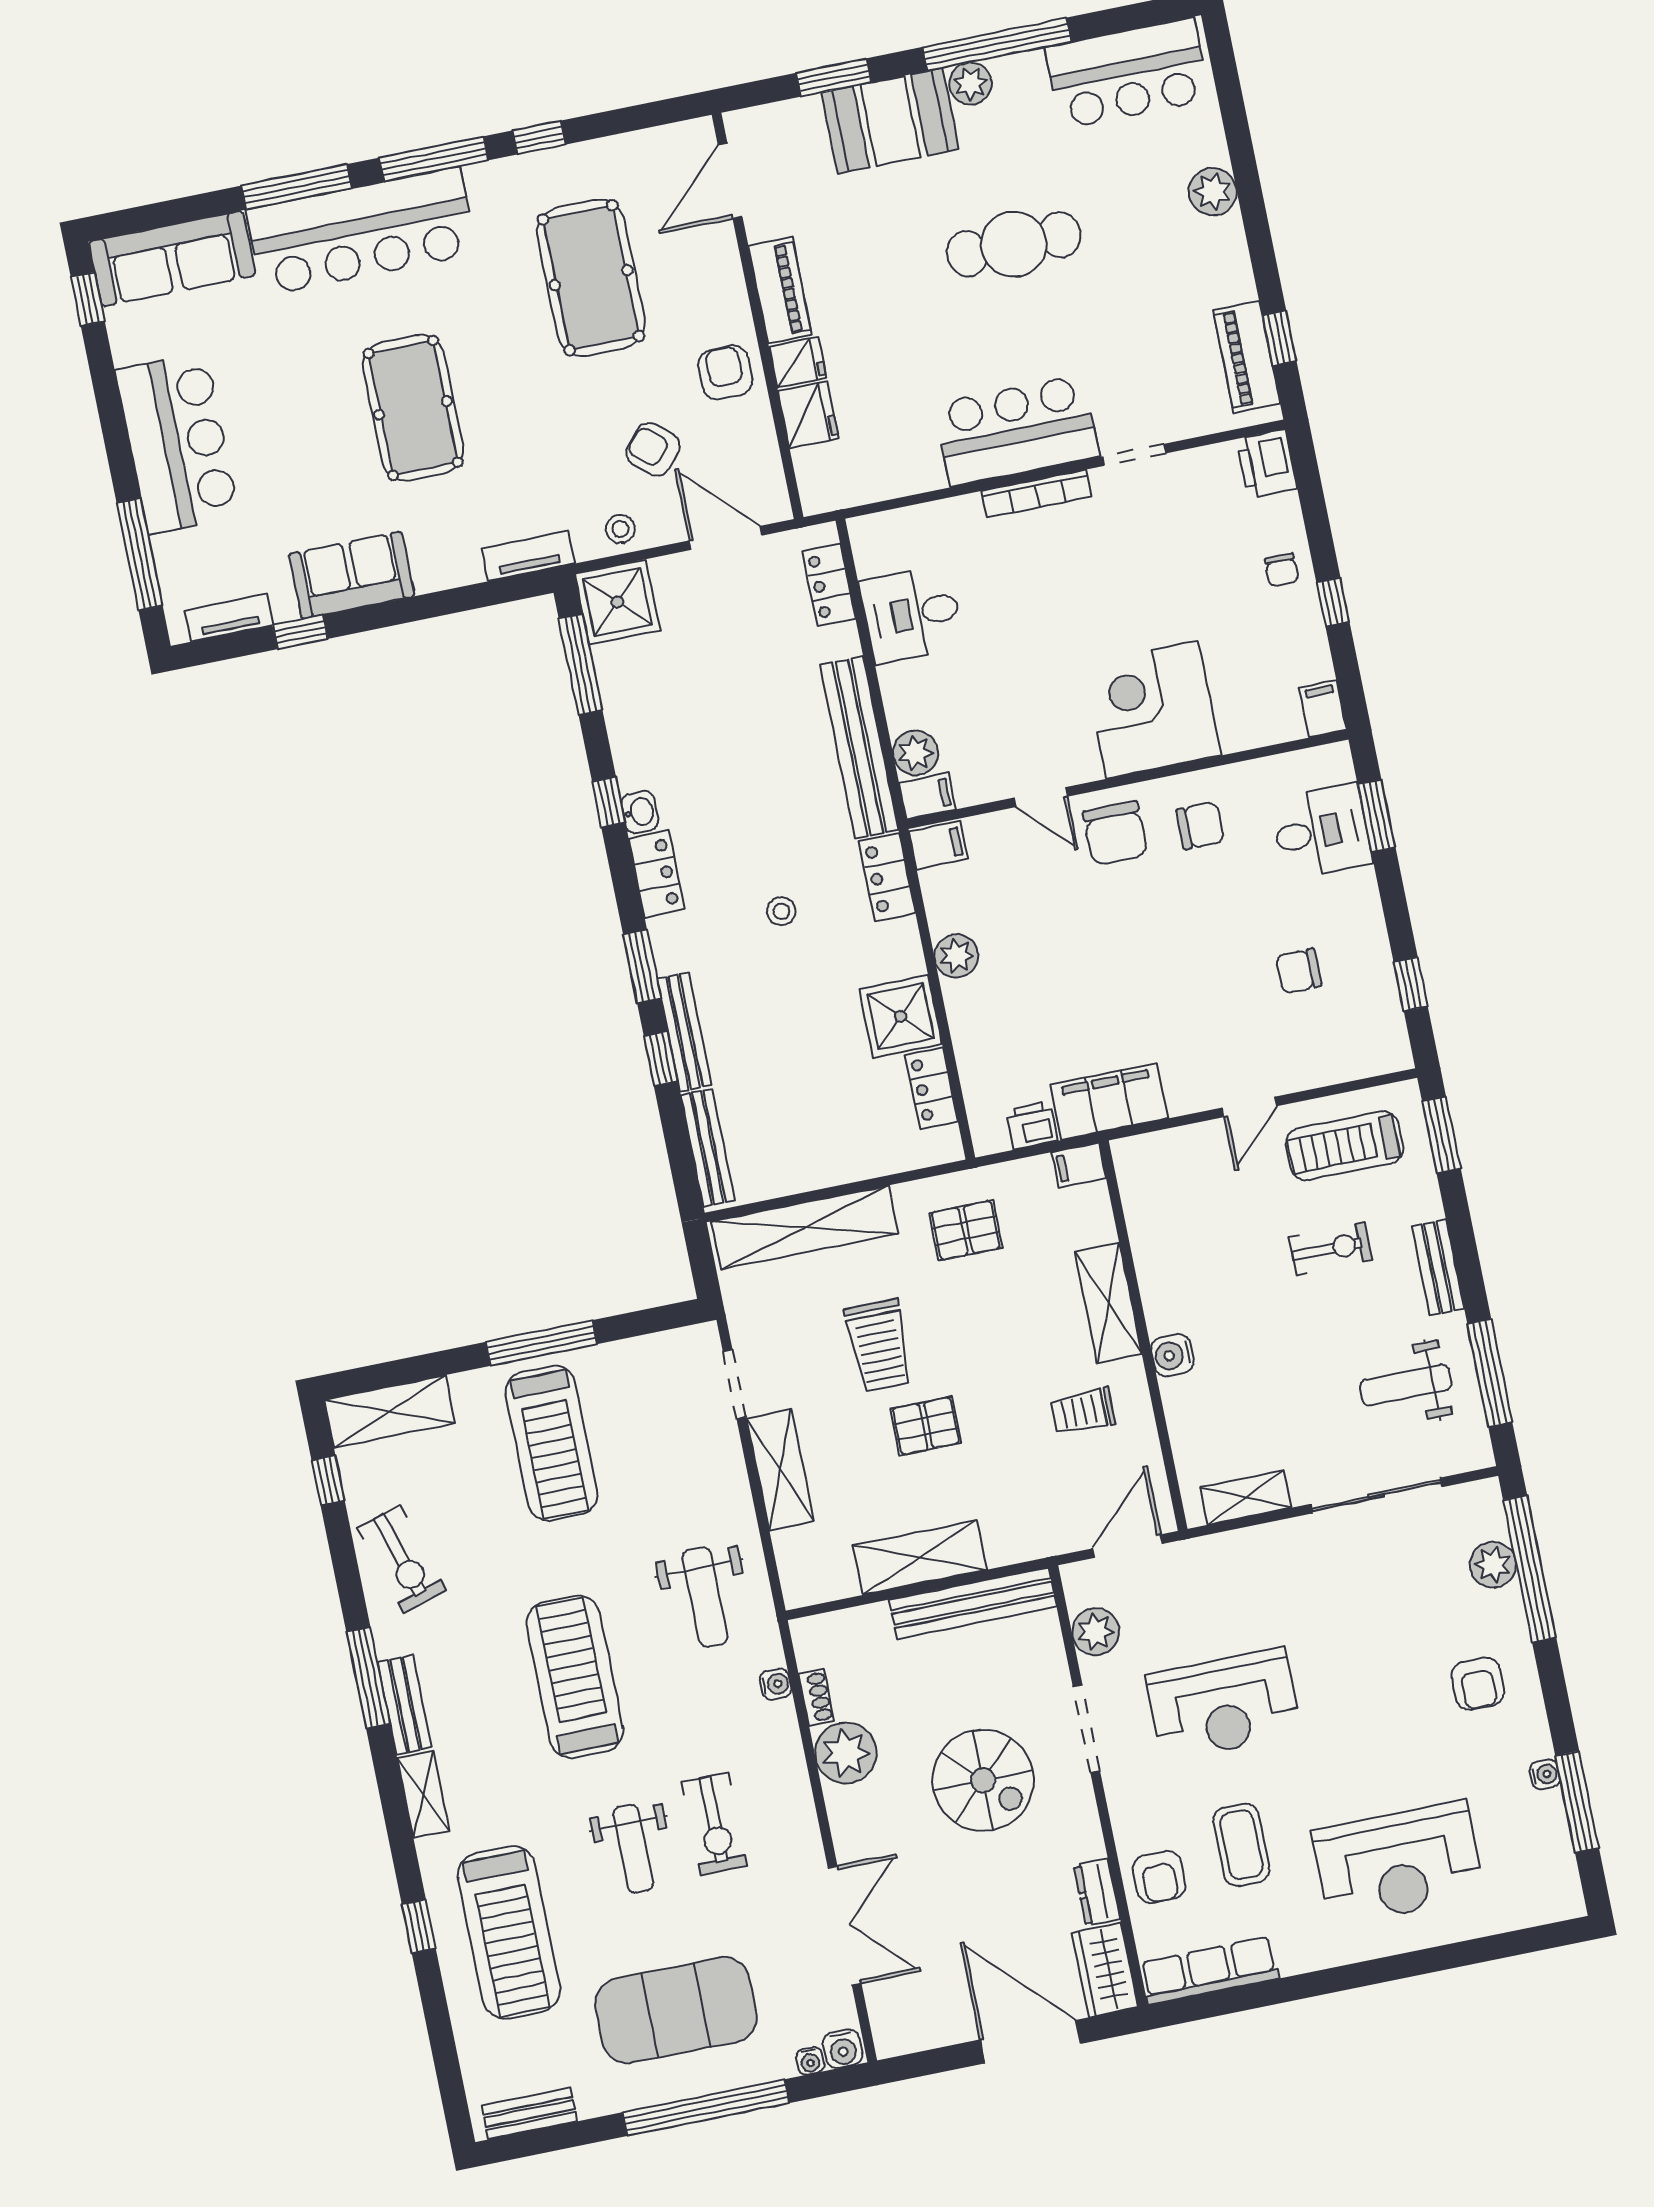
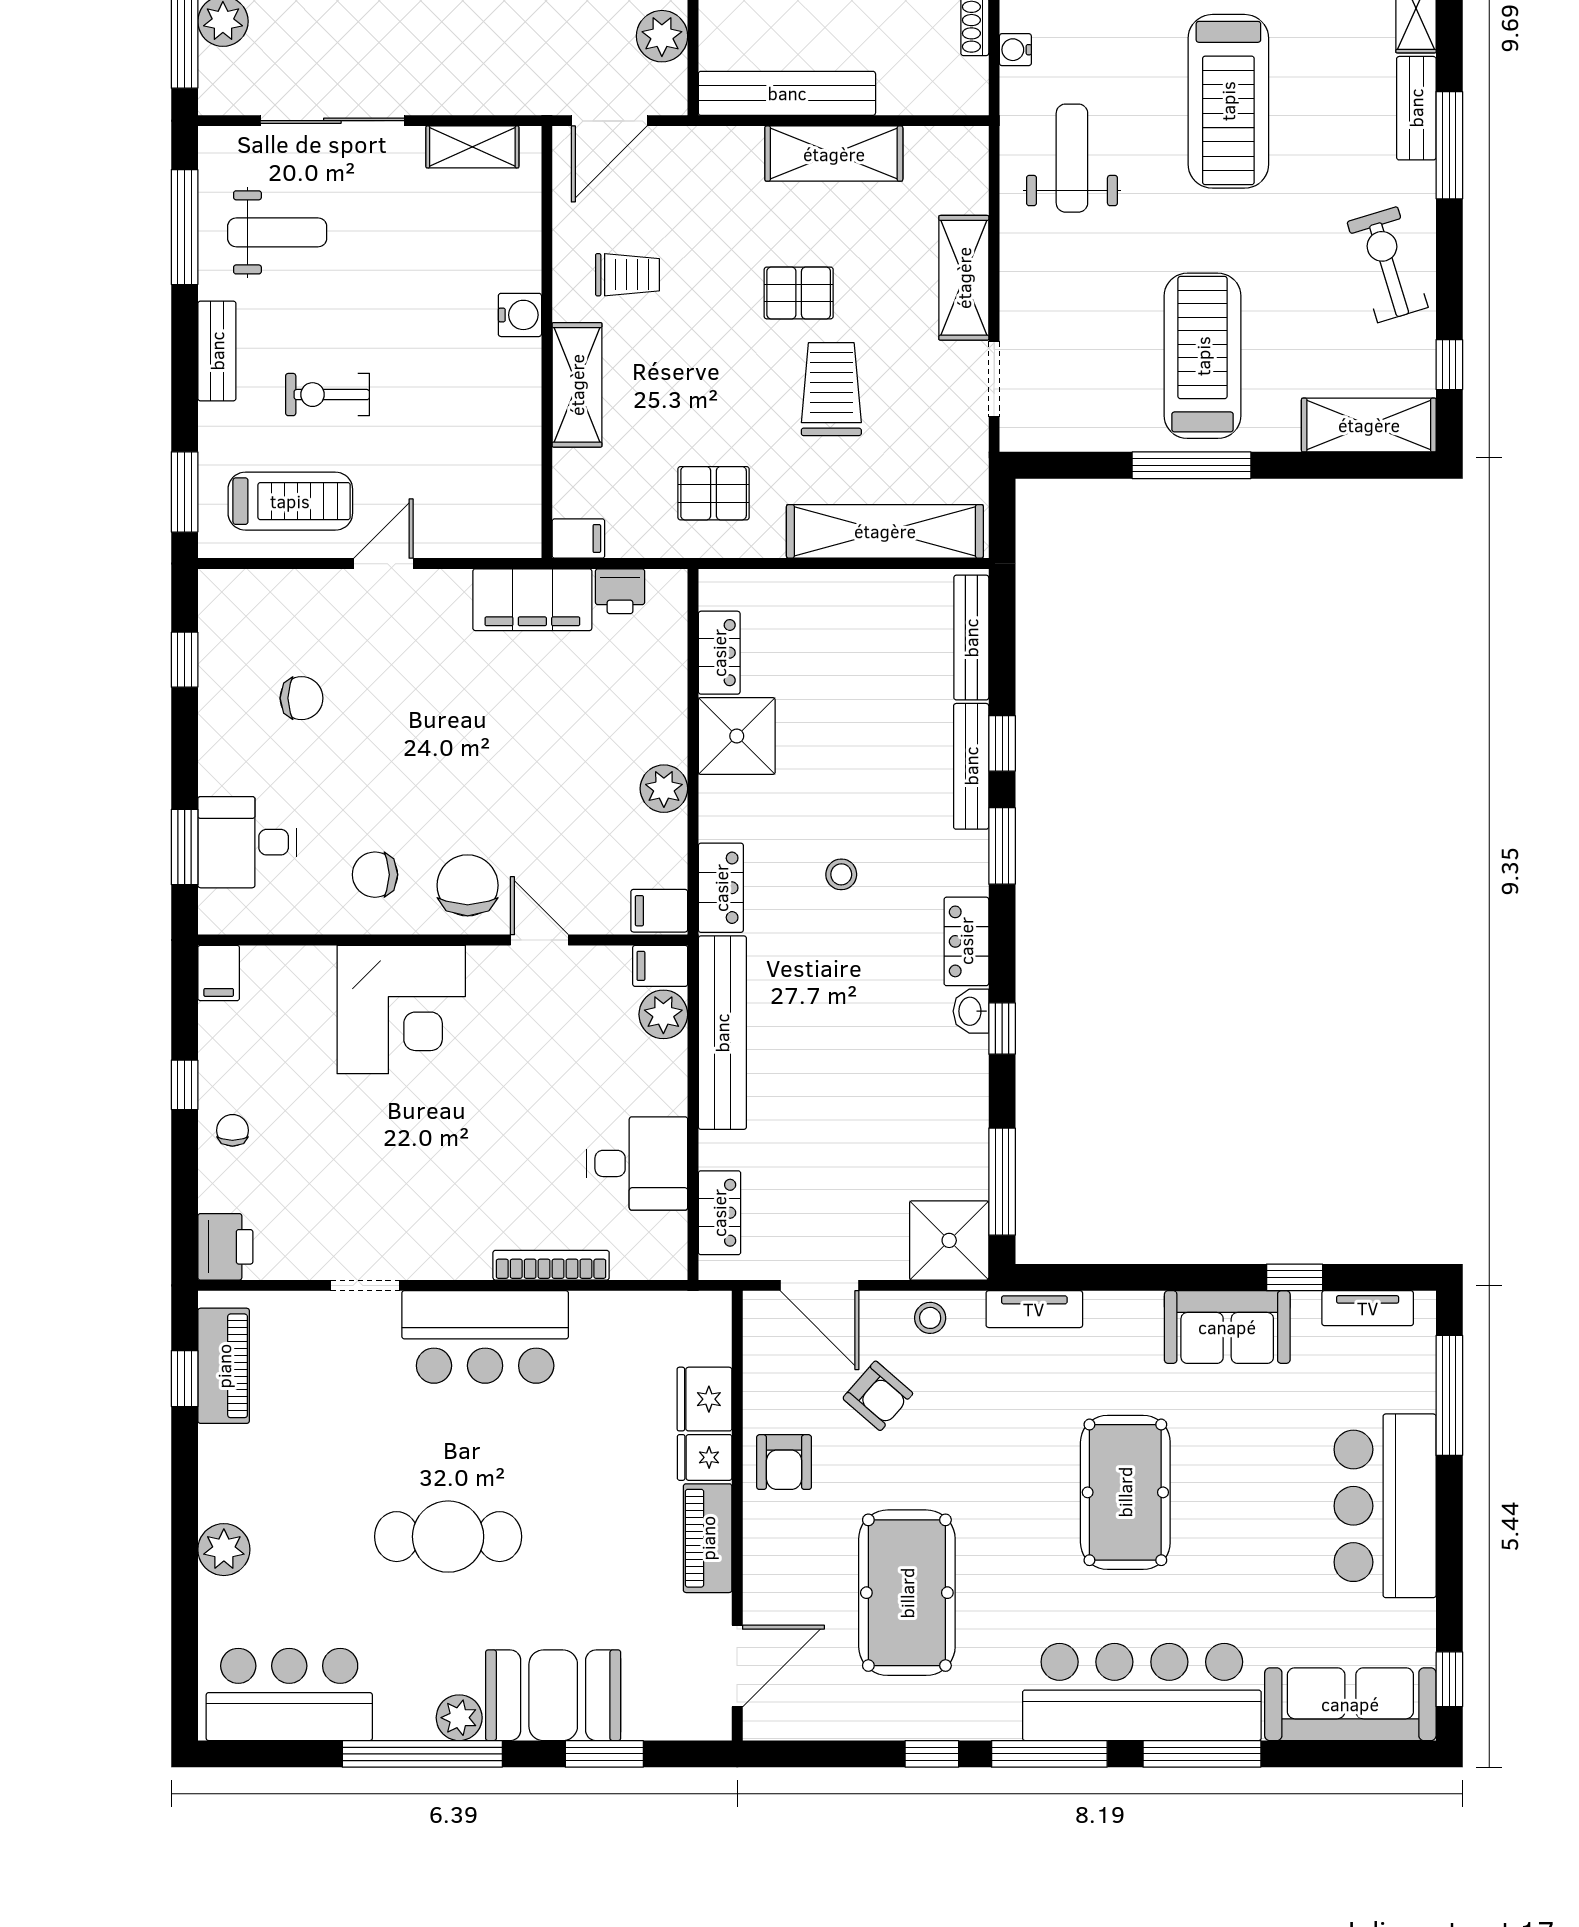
bookcase: (1037, 494) -> (551, 1265), moved

